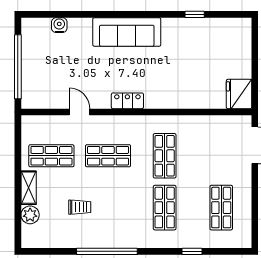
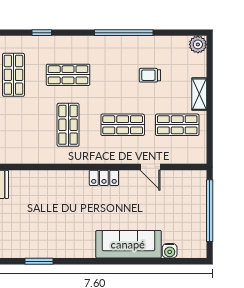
window: (195, 14) -> (39, 261), width x1.50
sofa: (127, 32) -> (128, 244), moved
shop shelf: (165, 208) -> (68, 75), turned 90
plant: (30, 215) -> (198, 44), moved

